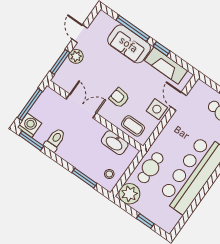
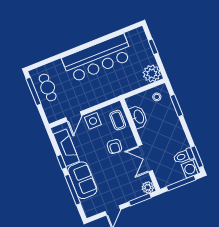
plant: (76, 56) -> (148, 187), moved
toilet: (55, 140) -> (184, 156), moved
cafe table: (151, 168) -> (125, 82), removed

